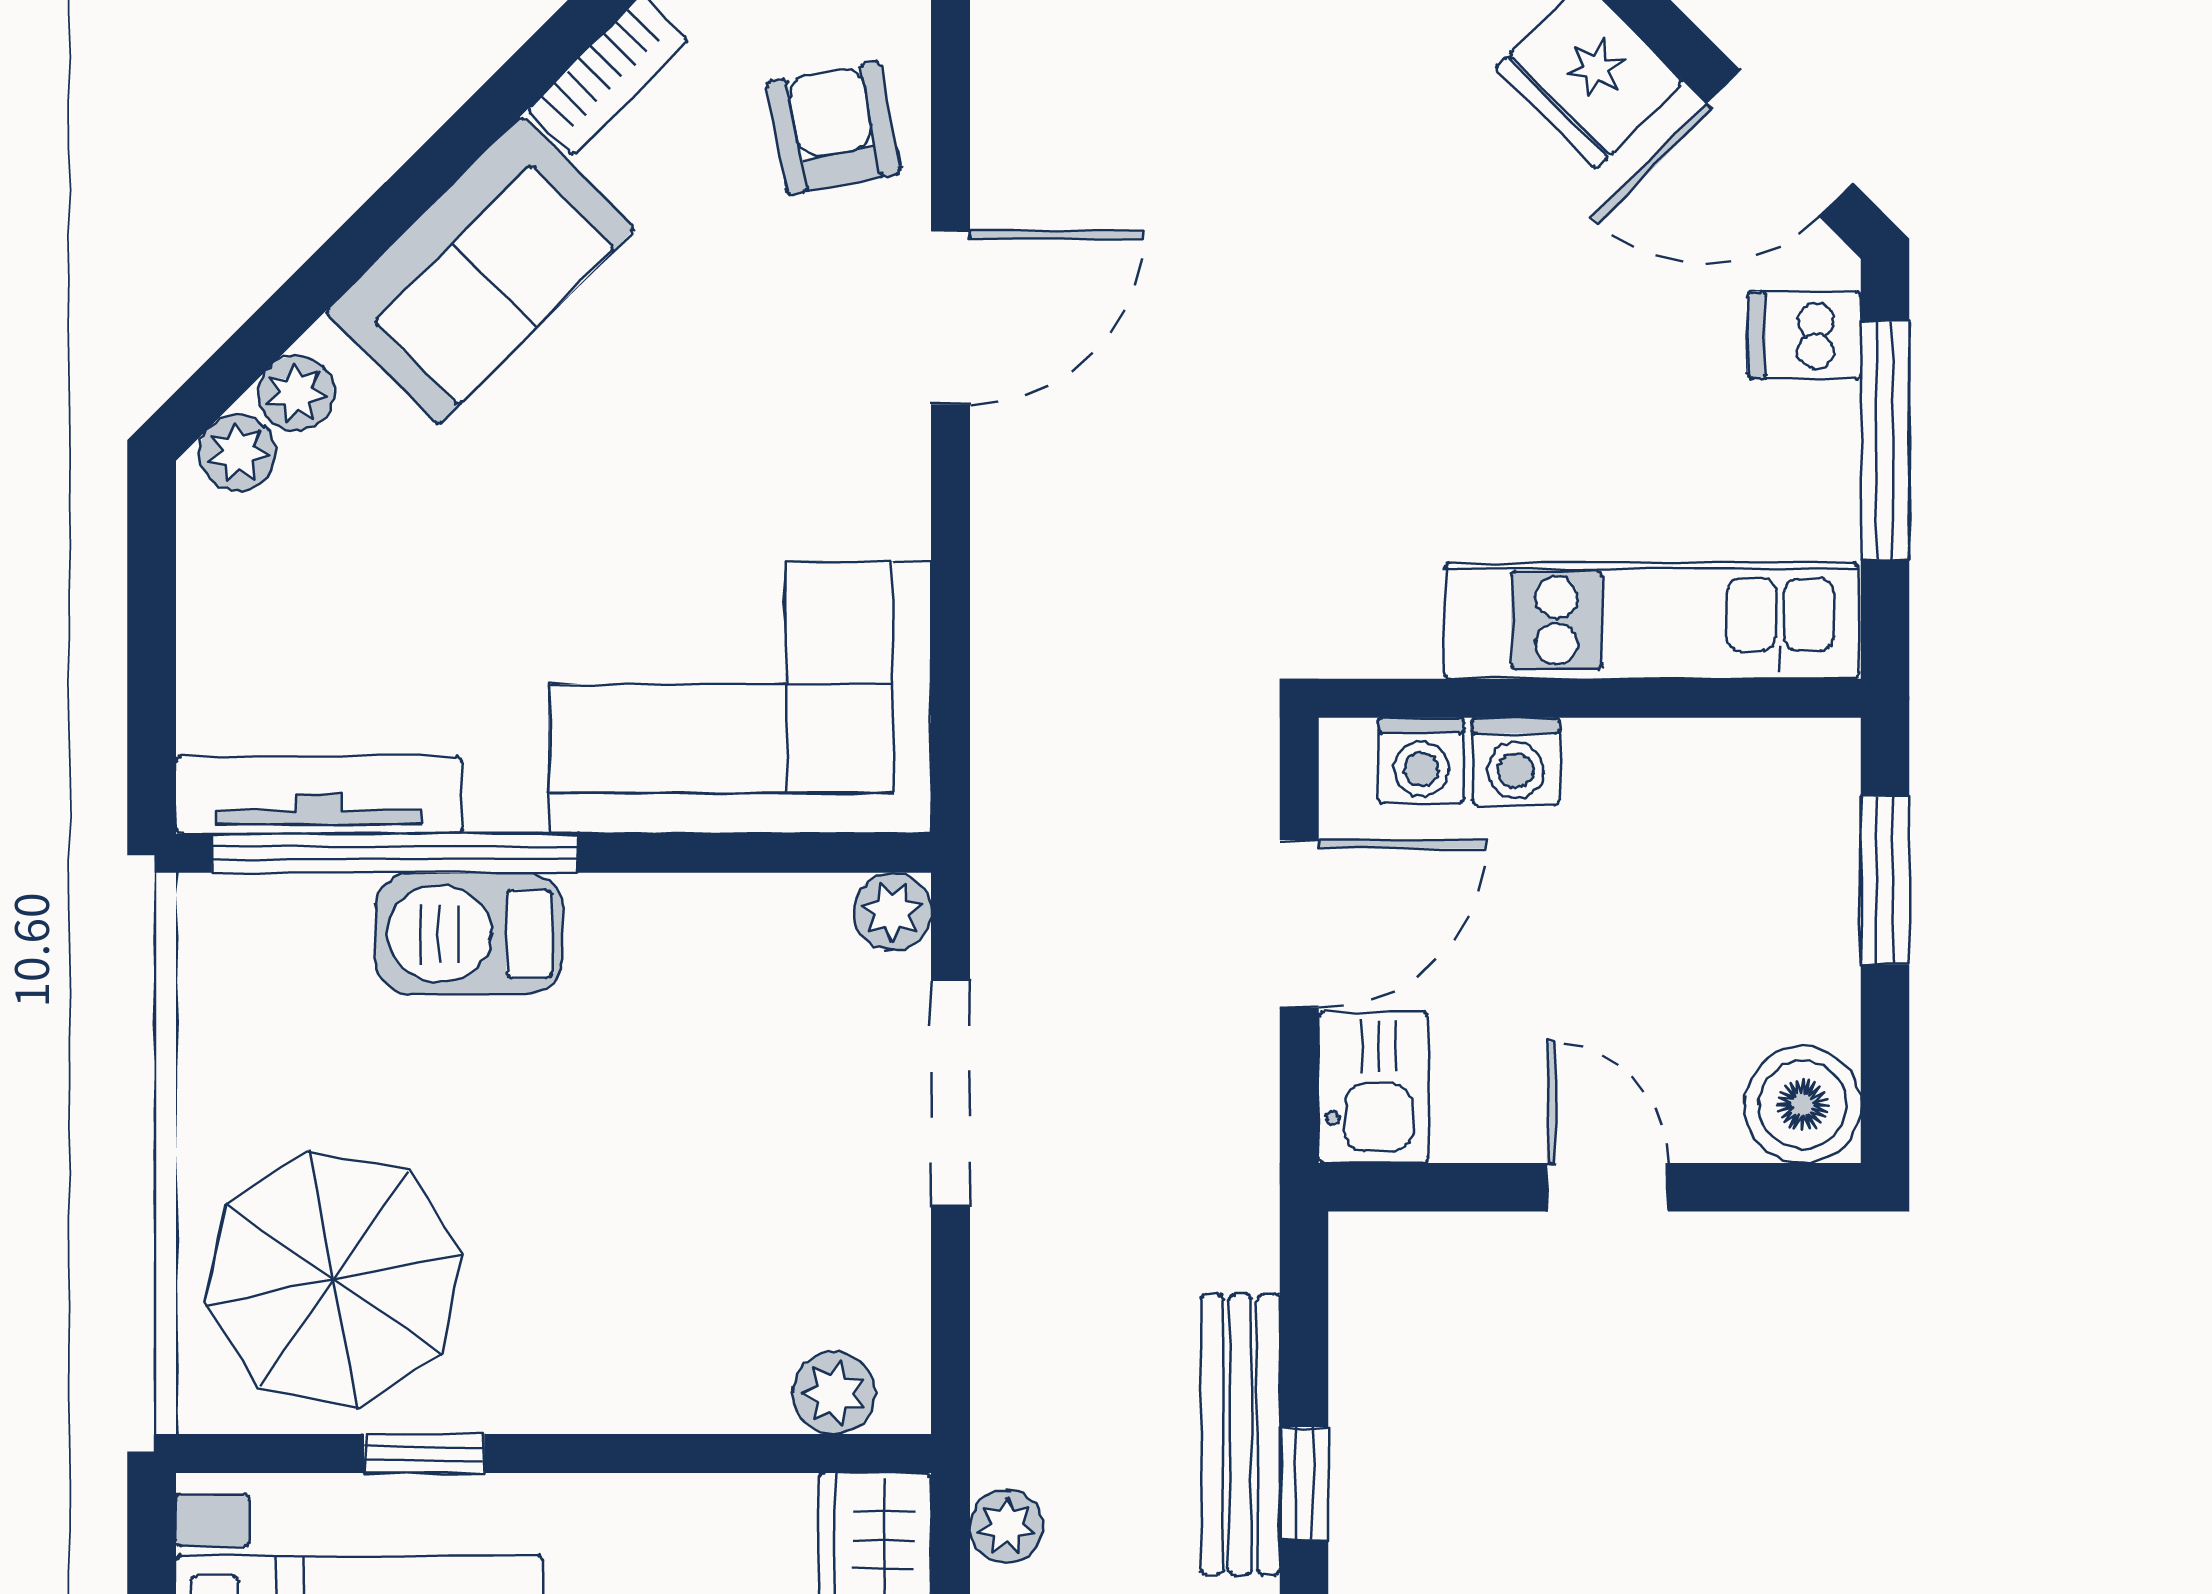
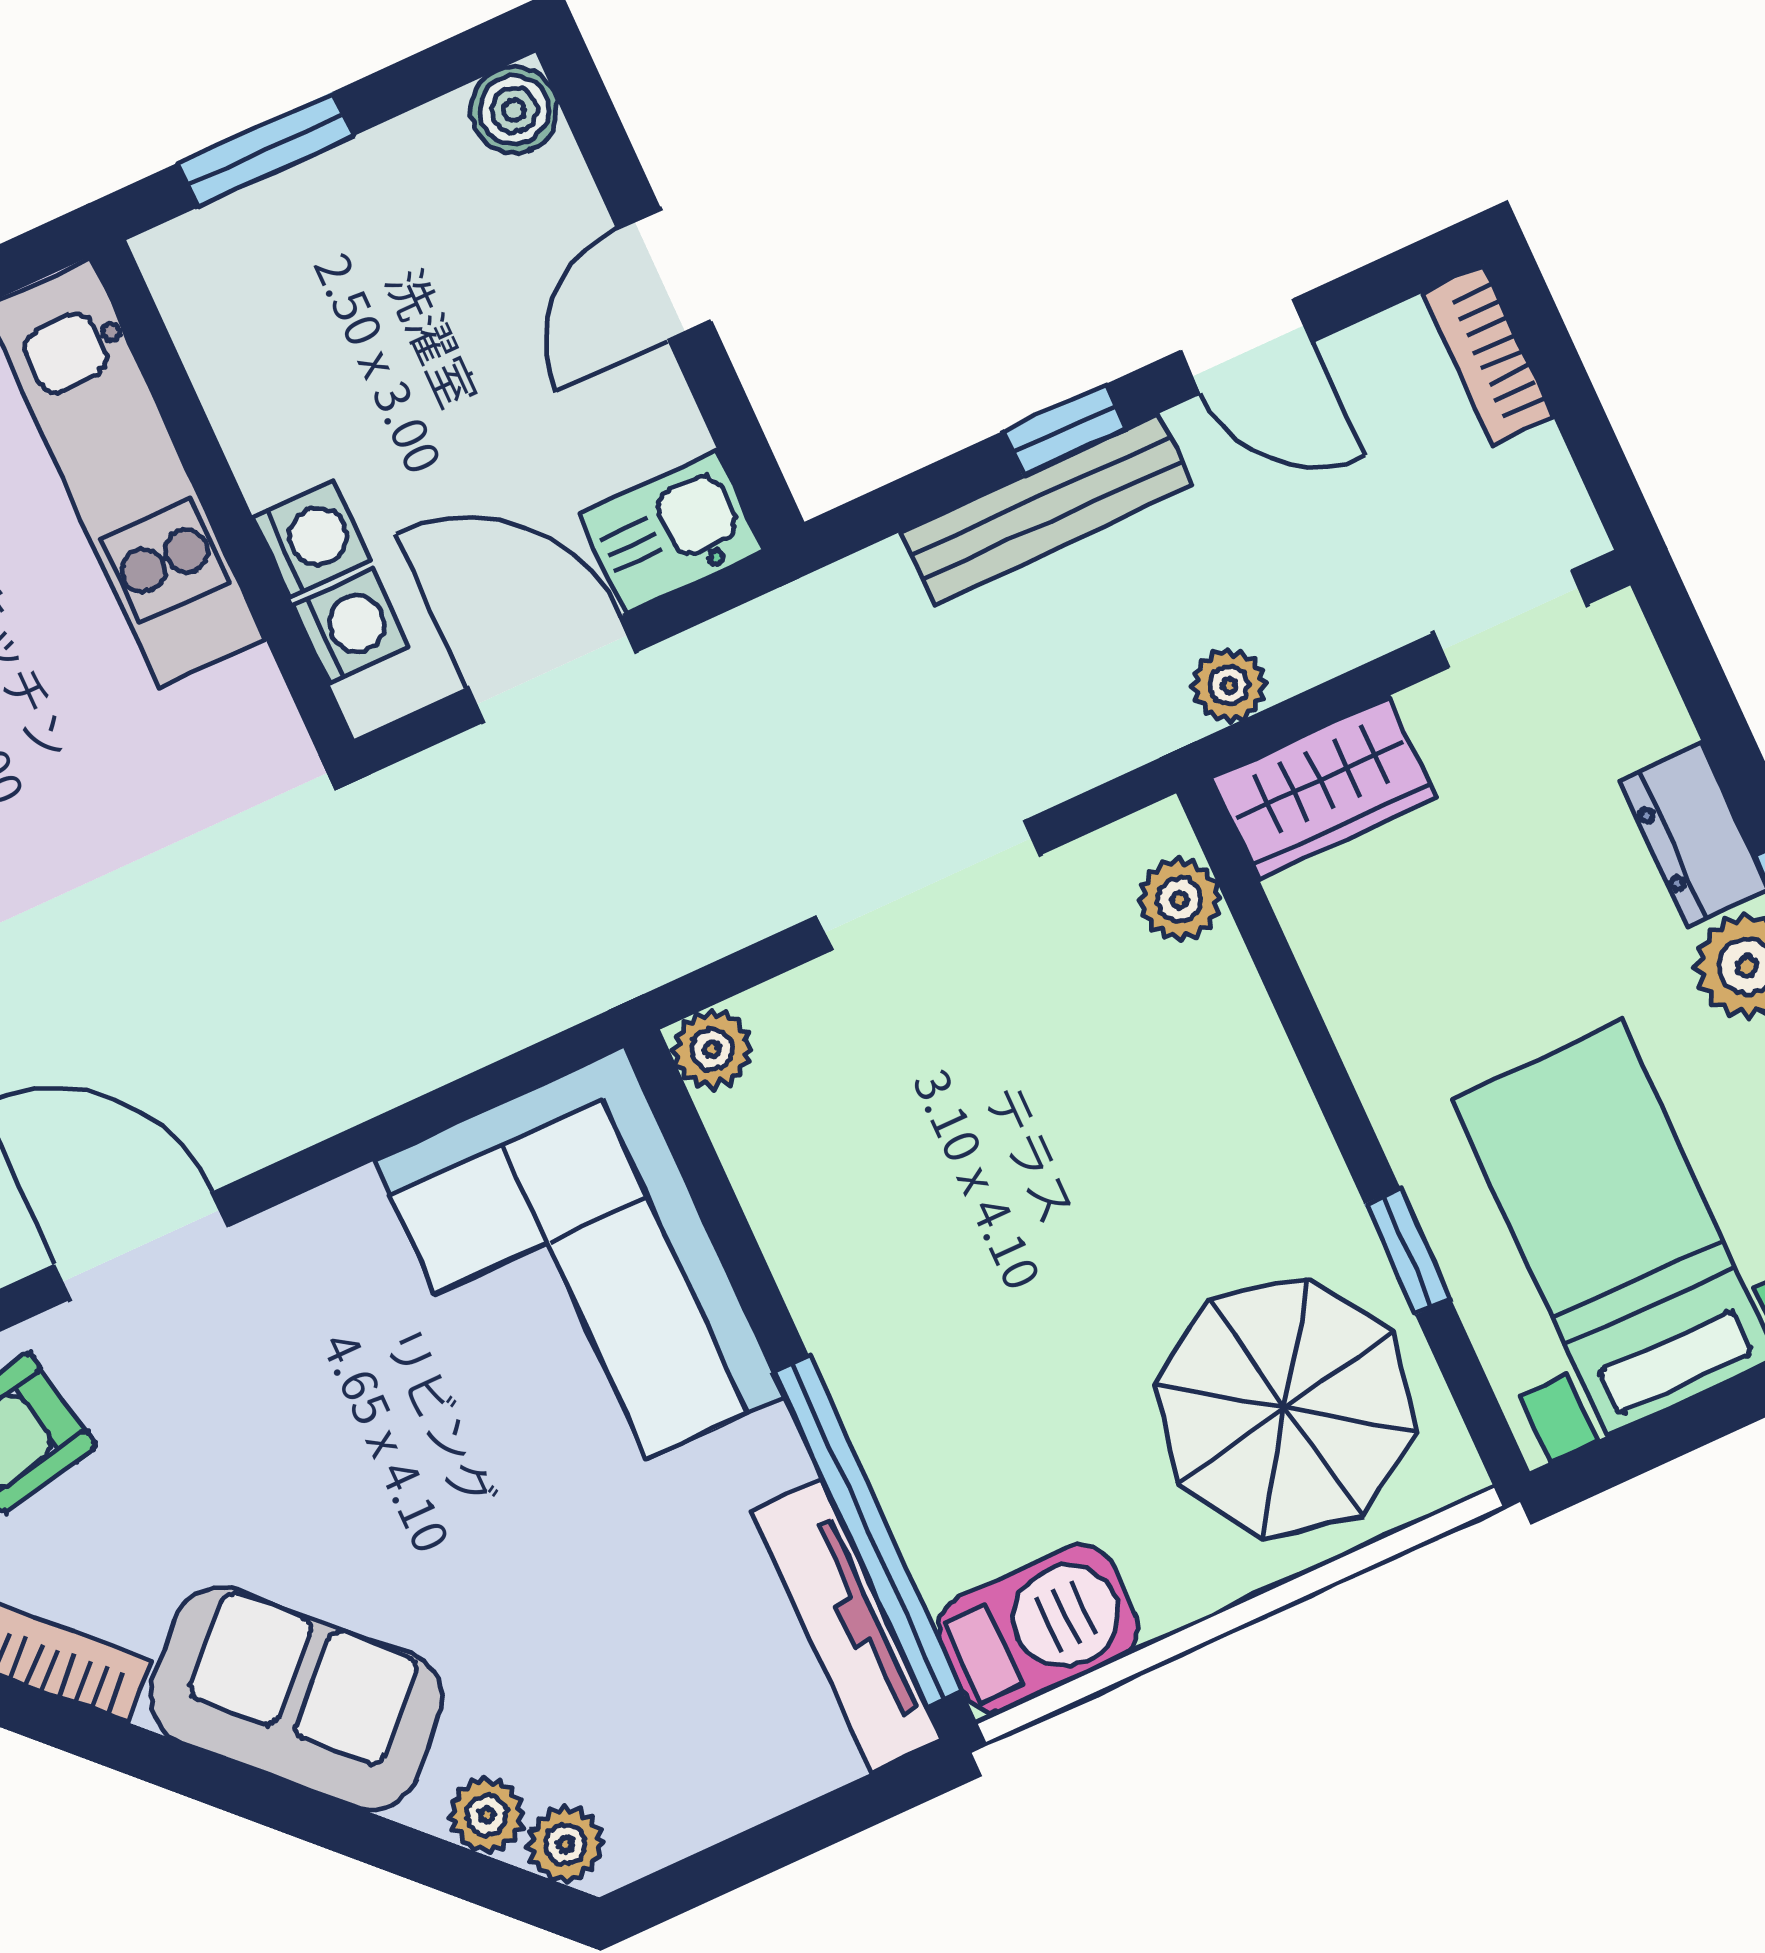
barbecue: (469, 934) -> (1038, 1628), moved, turned -90
doorway: (951, 1093) -> (928, 885), moved
boiler: (1803, 1105) -> (514, 110), width x0.73, depth x0.73

